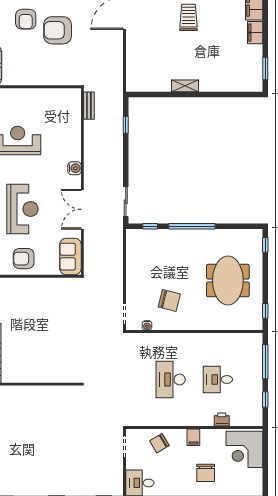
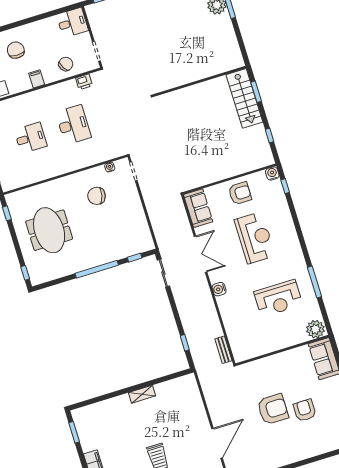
reception desk: (22, 209) -> (255, 238), turned 180
printer: (222, 420) -> (84, 82), moved

